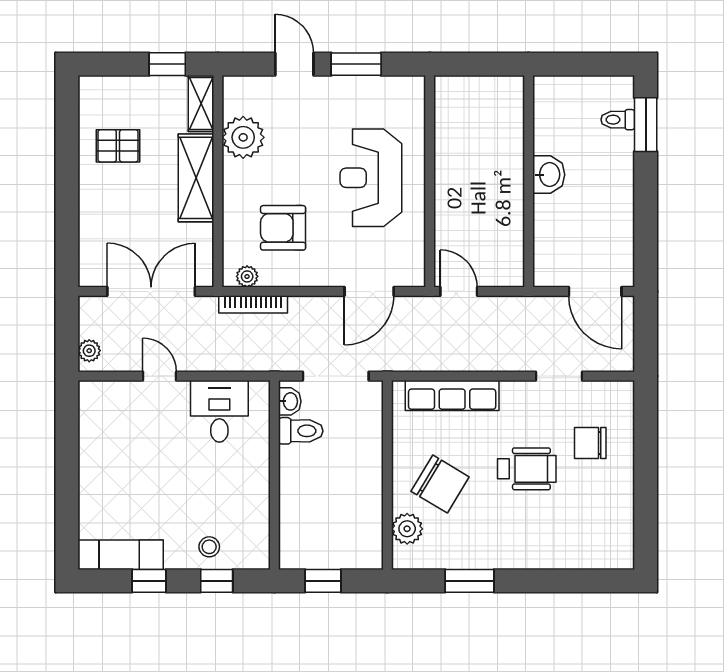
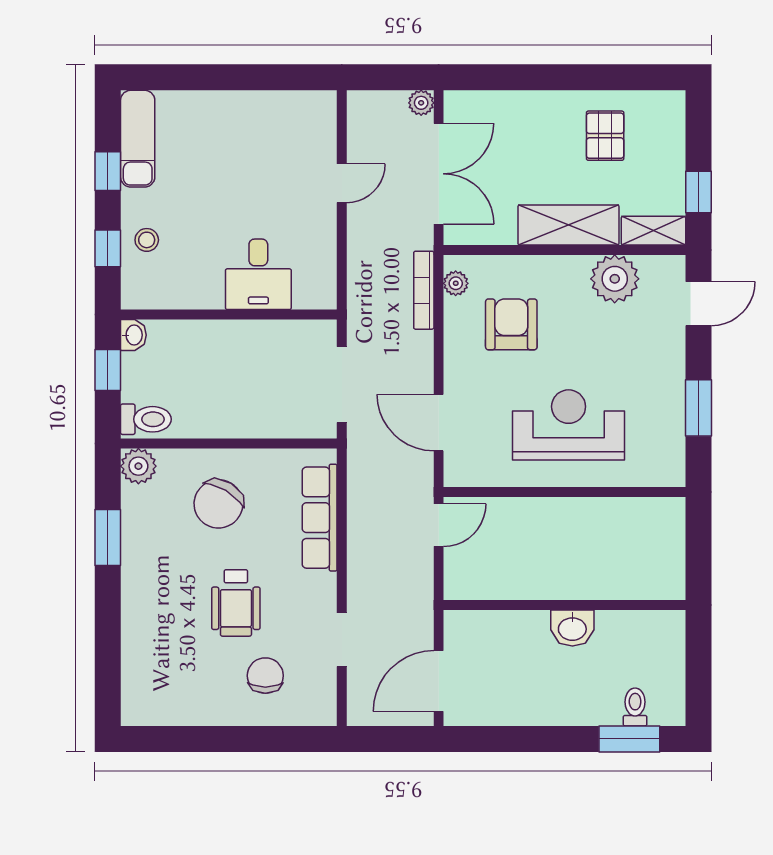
door: (294, 64) -> (698, 304), moved
plant: (89, 351) -> (421, 103), moved
washbasin: (290, 401) -> (133, 335), moved, turned -90
desk: (219, 411) -> (258, 274), moved, turned 90
toilet: (301, 431) -> (146, 419), moved, turned -90
plant: (407, 529) -> (138, 466), moved

